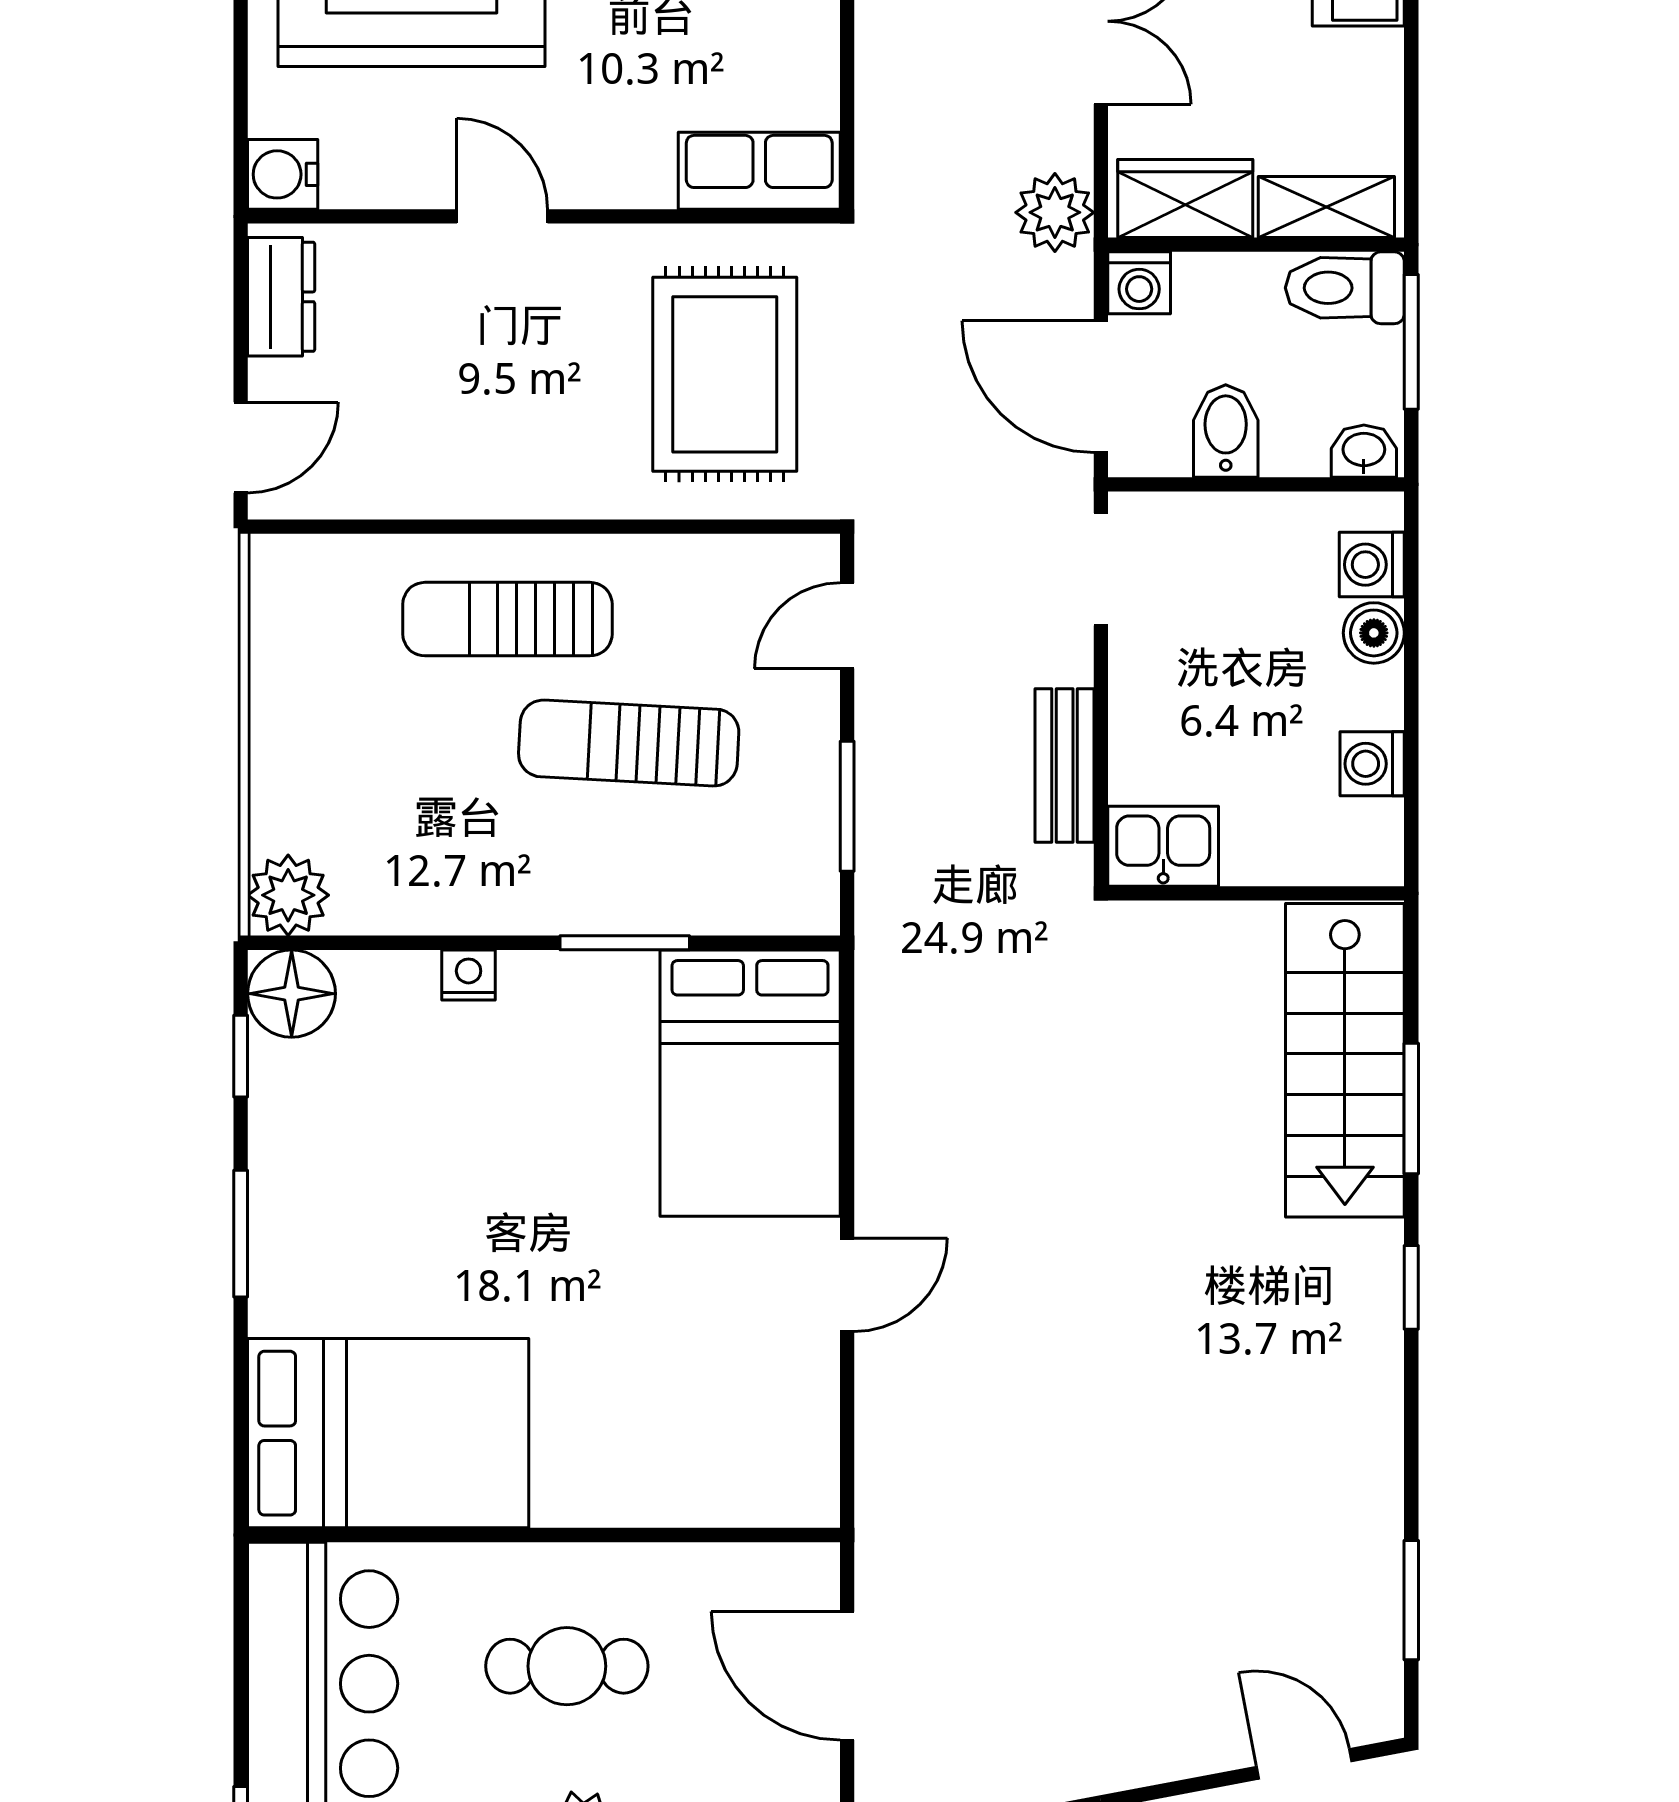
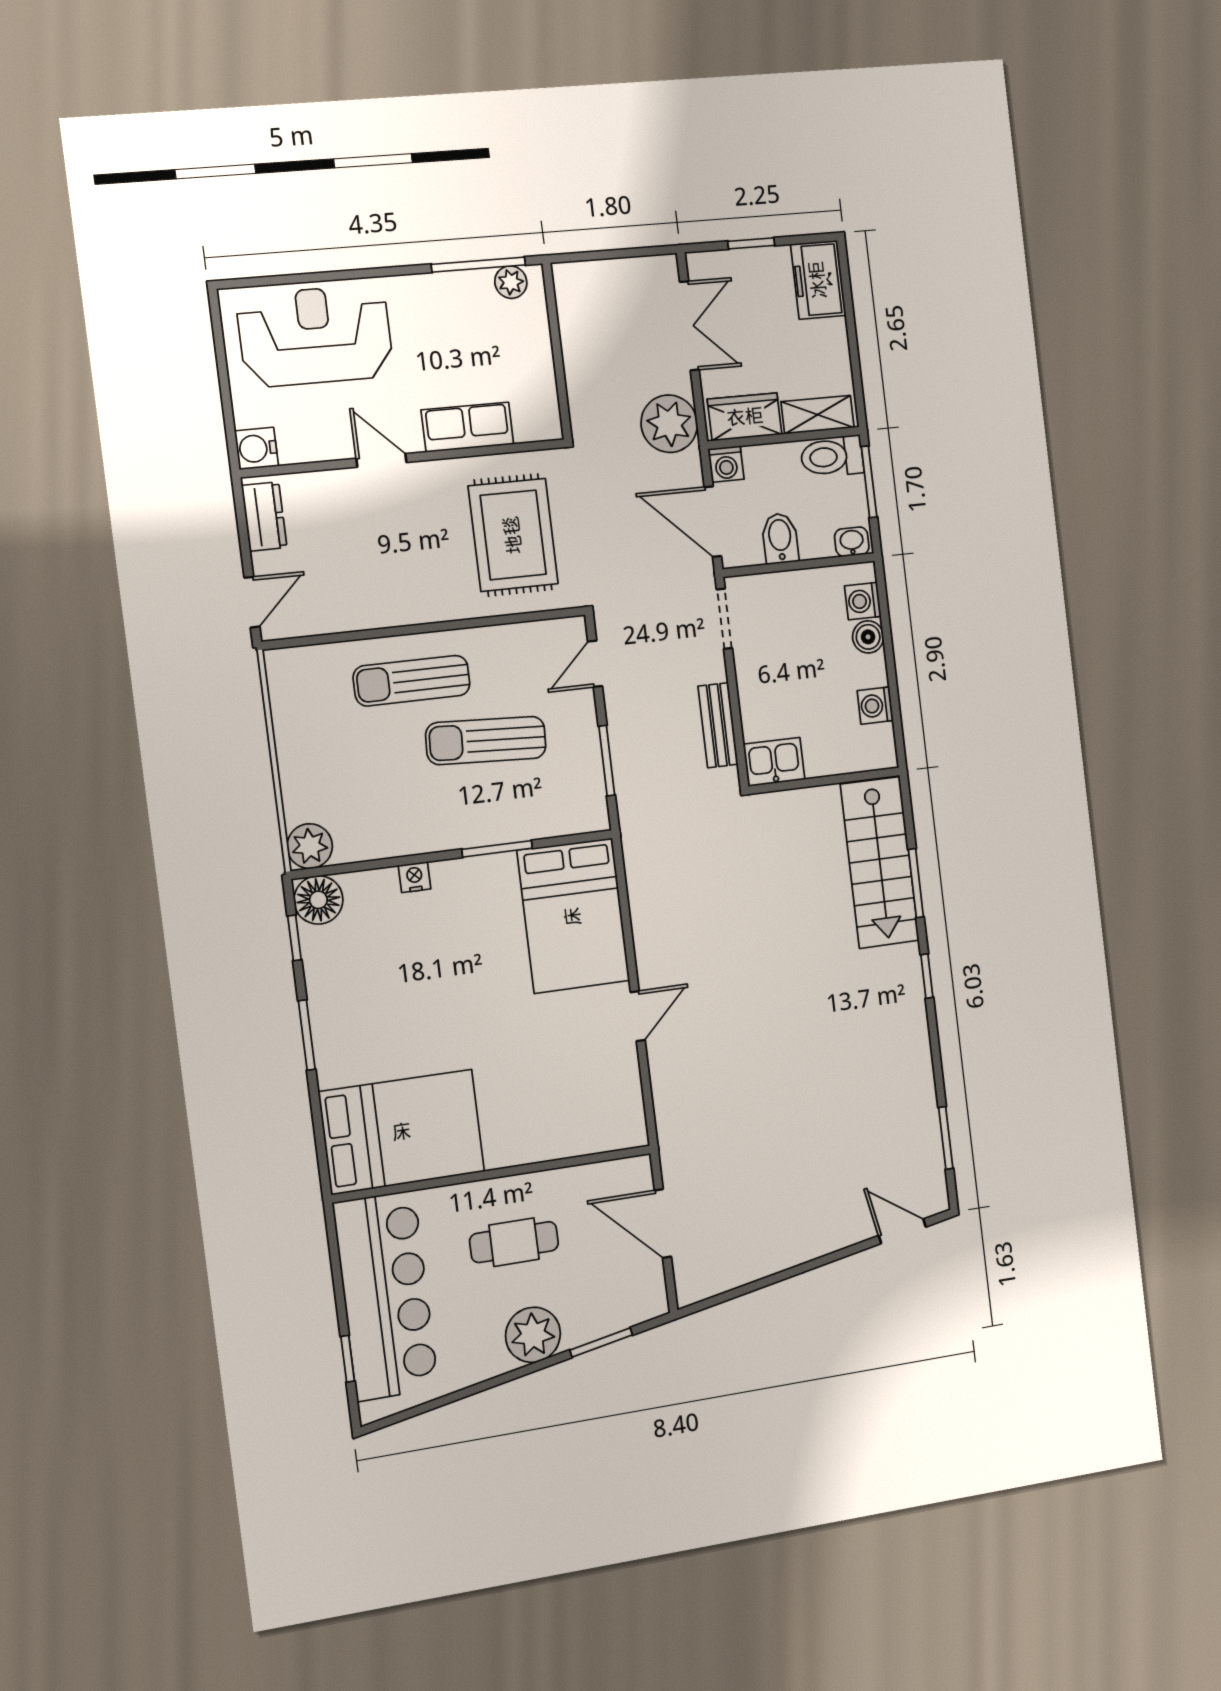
row of seats: (759, 171) -> (467, 427), moved
plant: (1055, 212) -> (669, 424), width x1.36, depth x1.36

